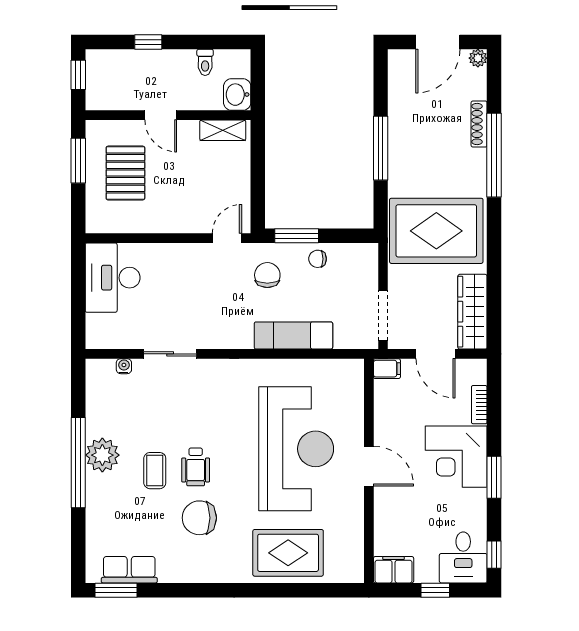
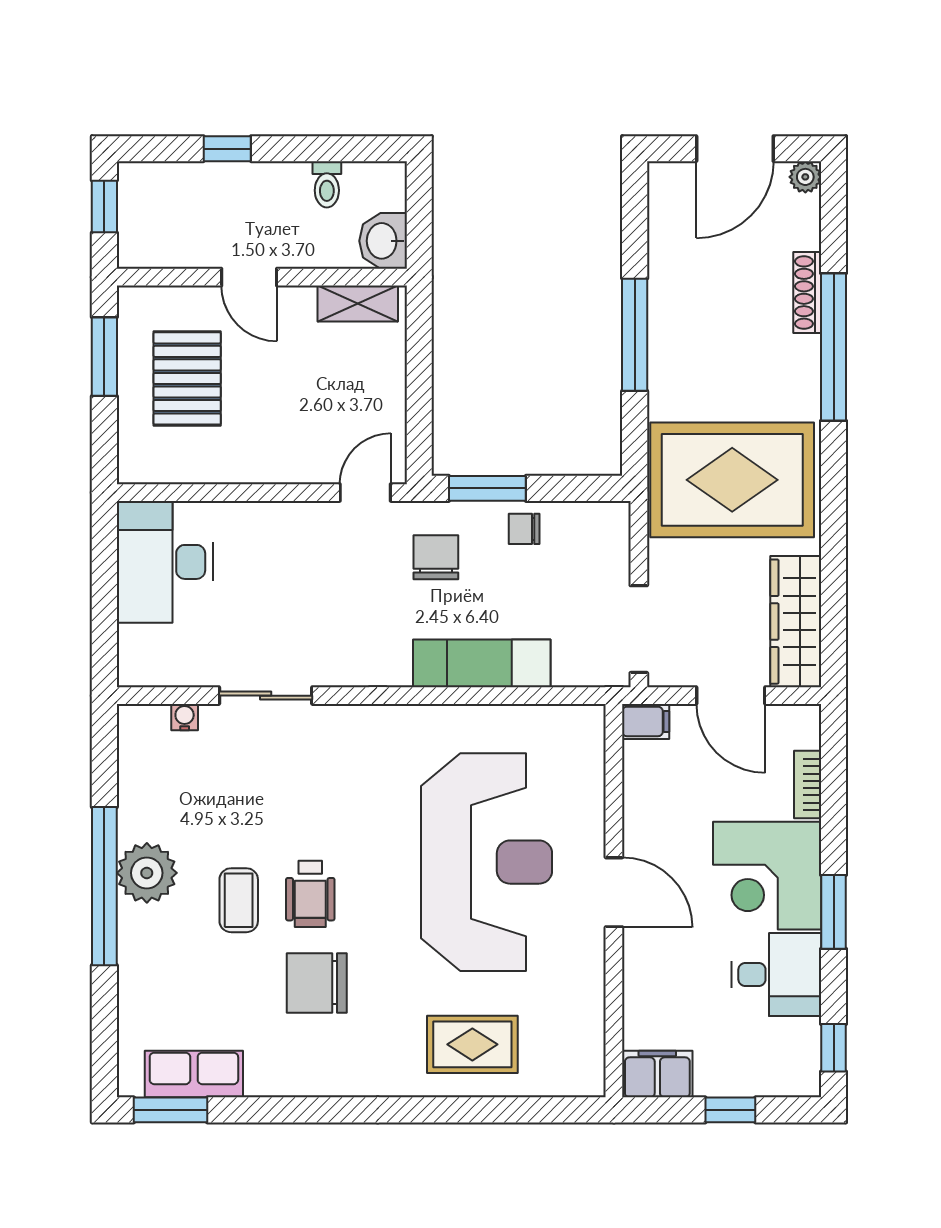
rug: (288, 553) -> (472, 1044), width x0.73, depth x0.70
desk: (463, 557) -> (776, 974), moved, turned -90

